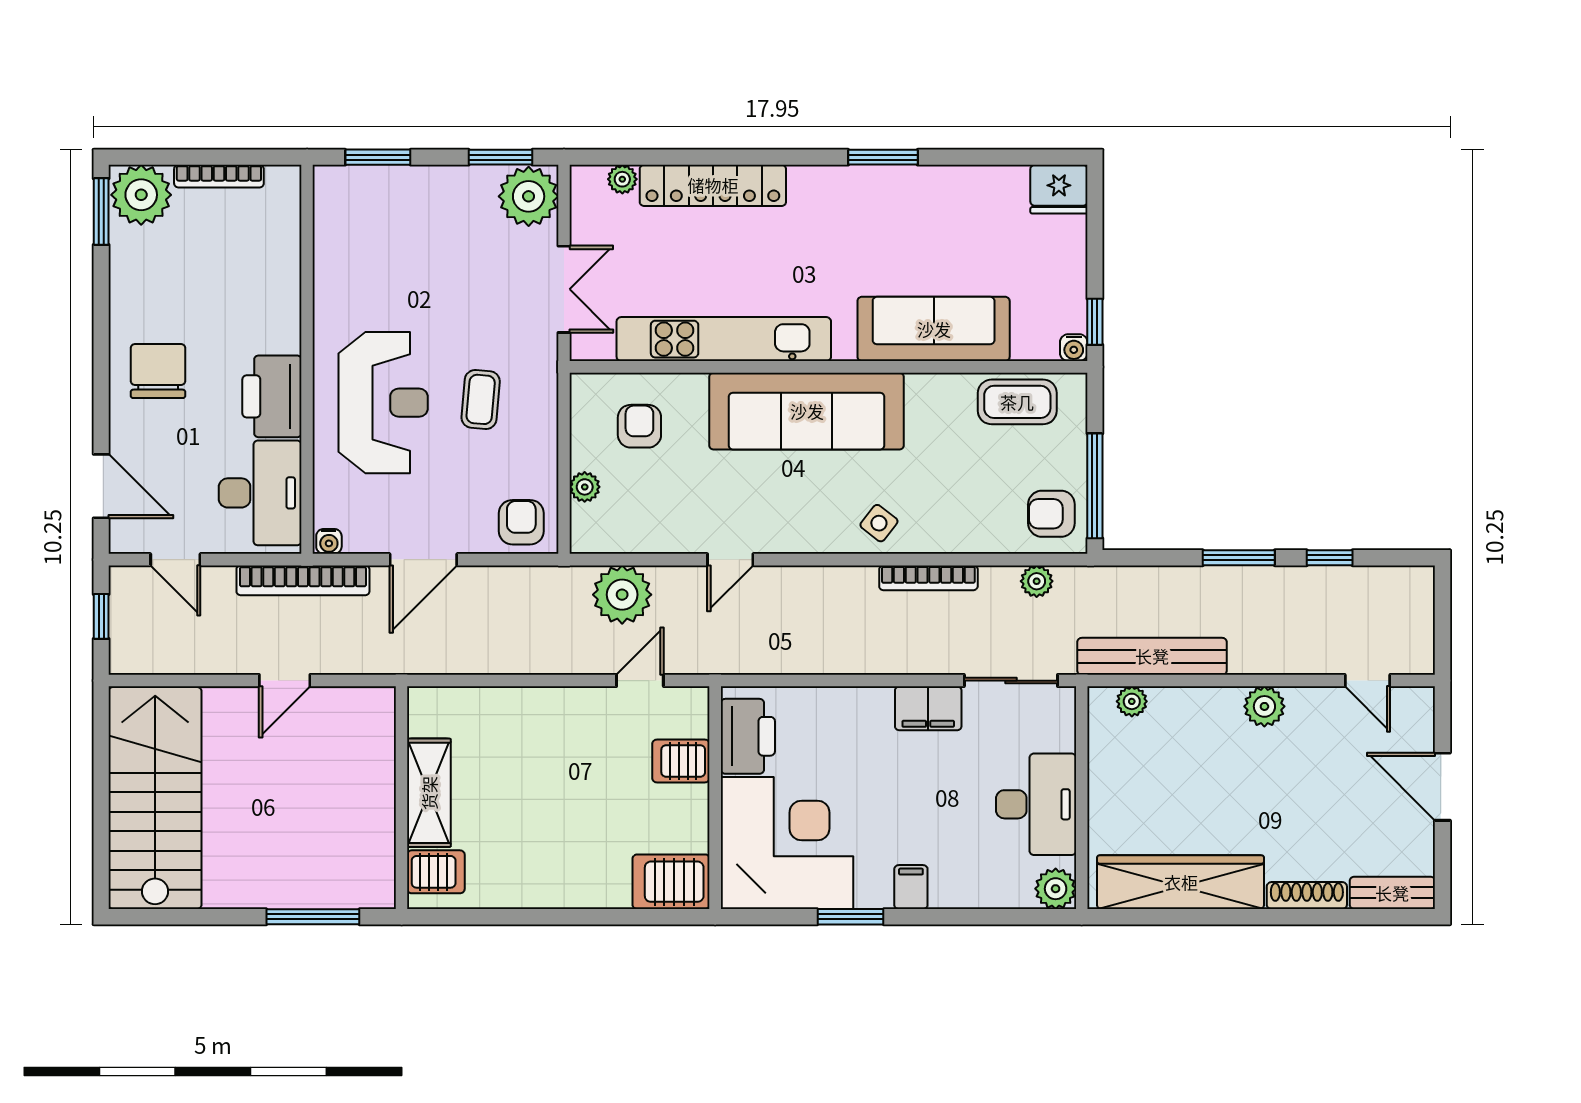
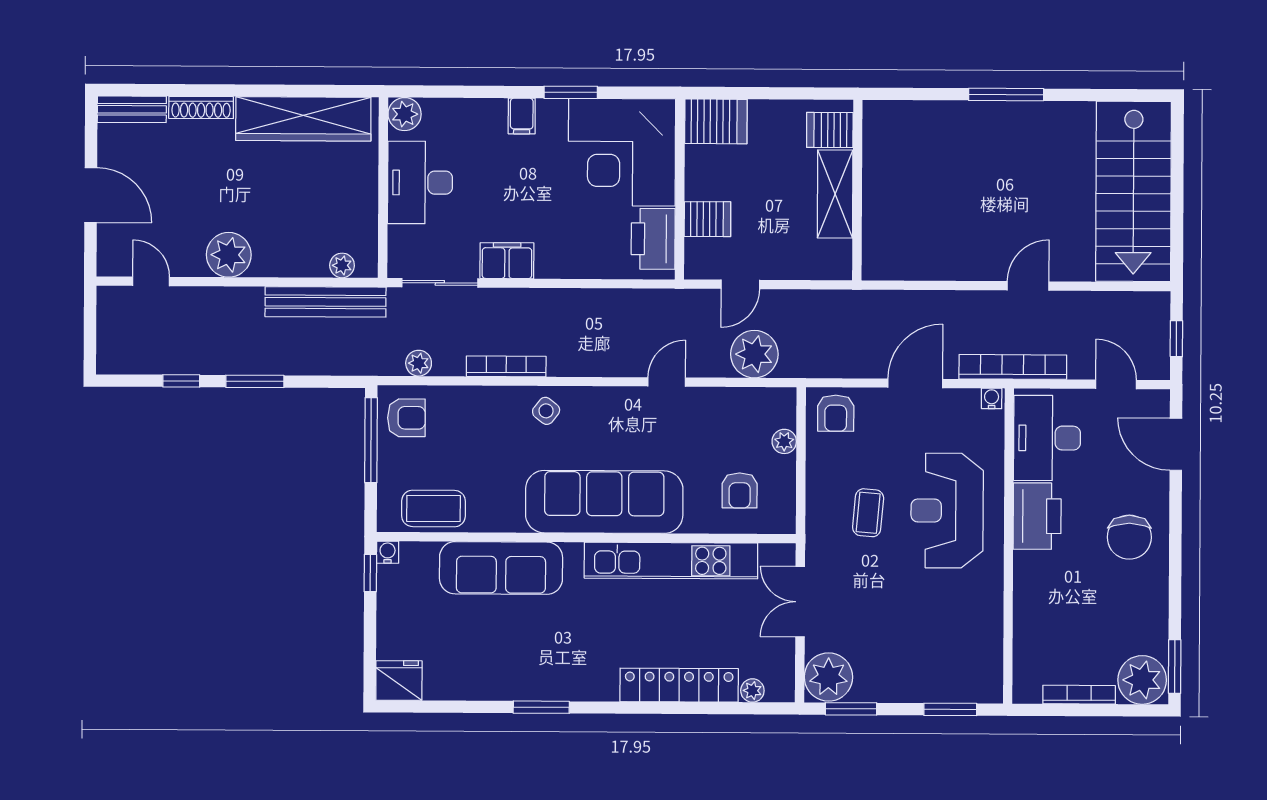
plant: (1264, 706) -> (229, 255), width x1.36, depth x1.36
shelving: (429, 793) -> (835, 194), moved
wall: (402, 798) -> (857, 190), moved
server rack: (436, 872) -> (830, 130), moved

